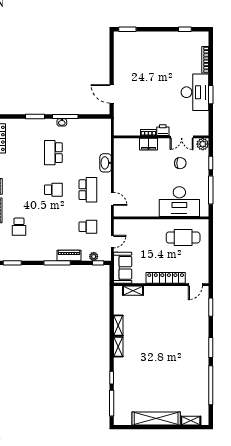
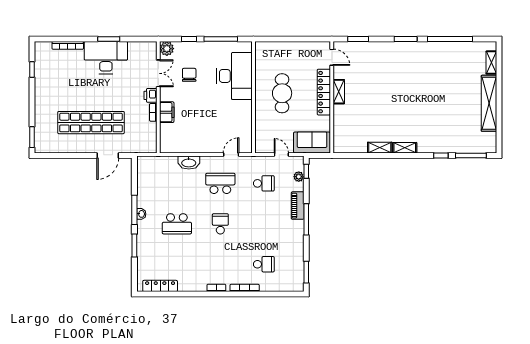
shop shelf: (140, 80) -> (91, 123), added
school desk: (88, 227) -> (264, 183), turned 90
cafe table: (183, 237) -> (282, 93), moved
shelving: (133, 291) -> (339, 92), moved

